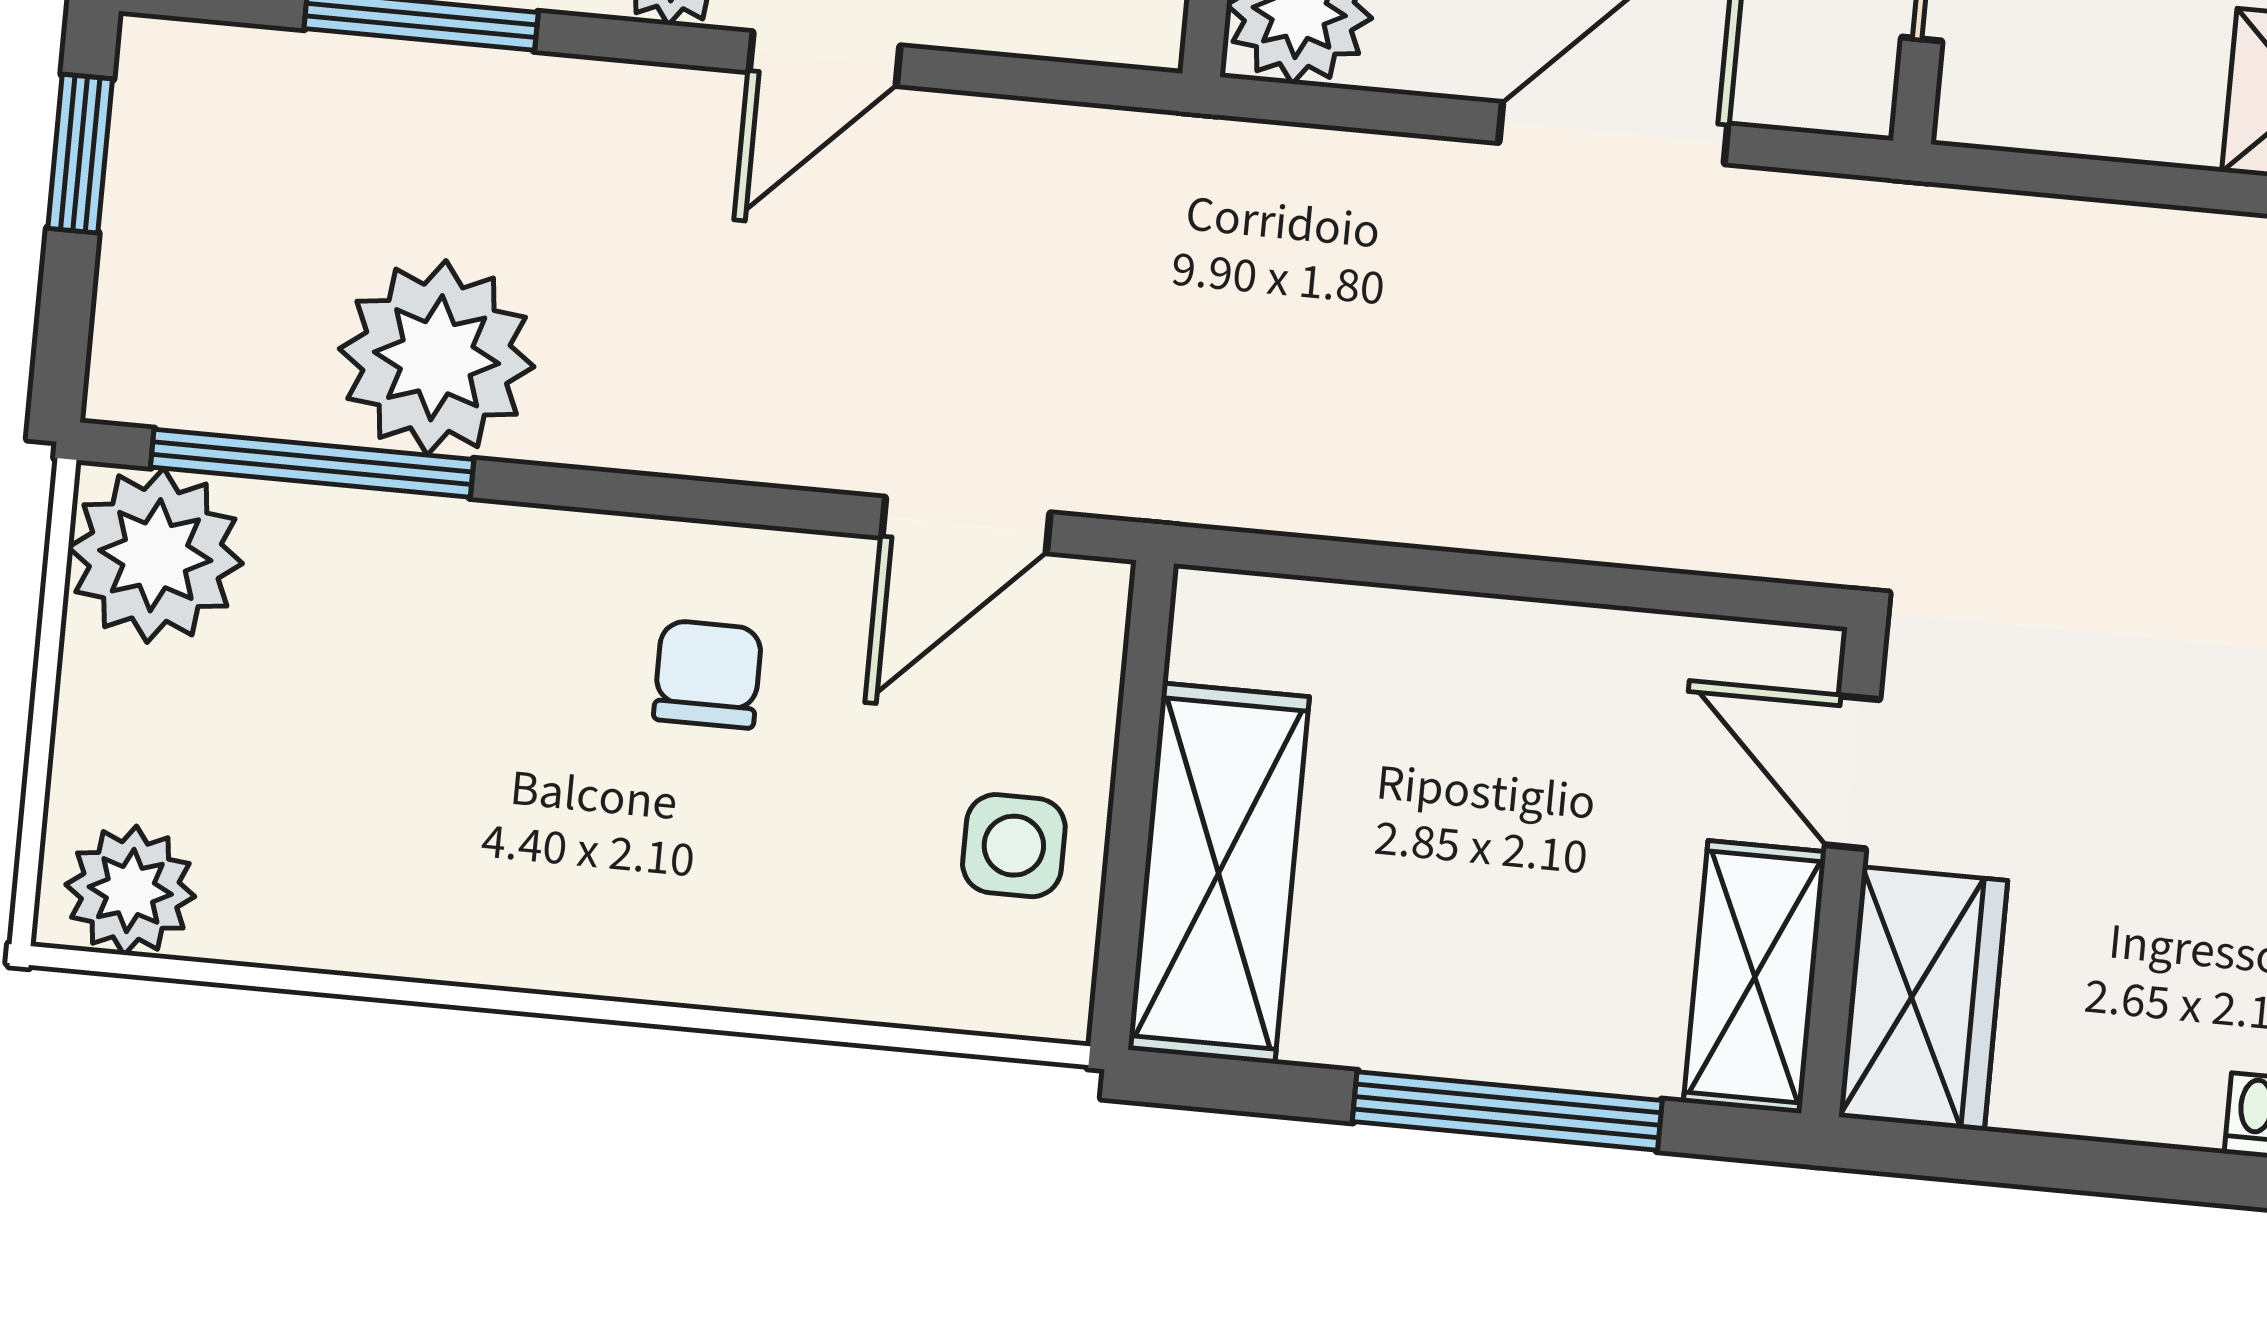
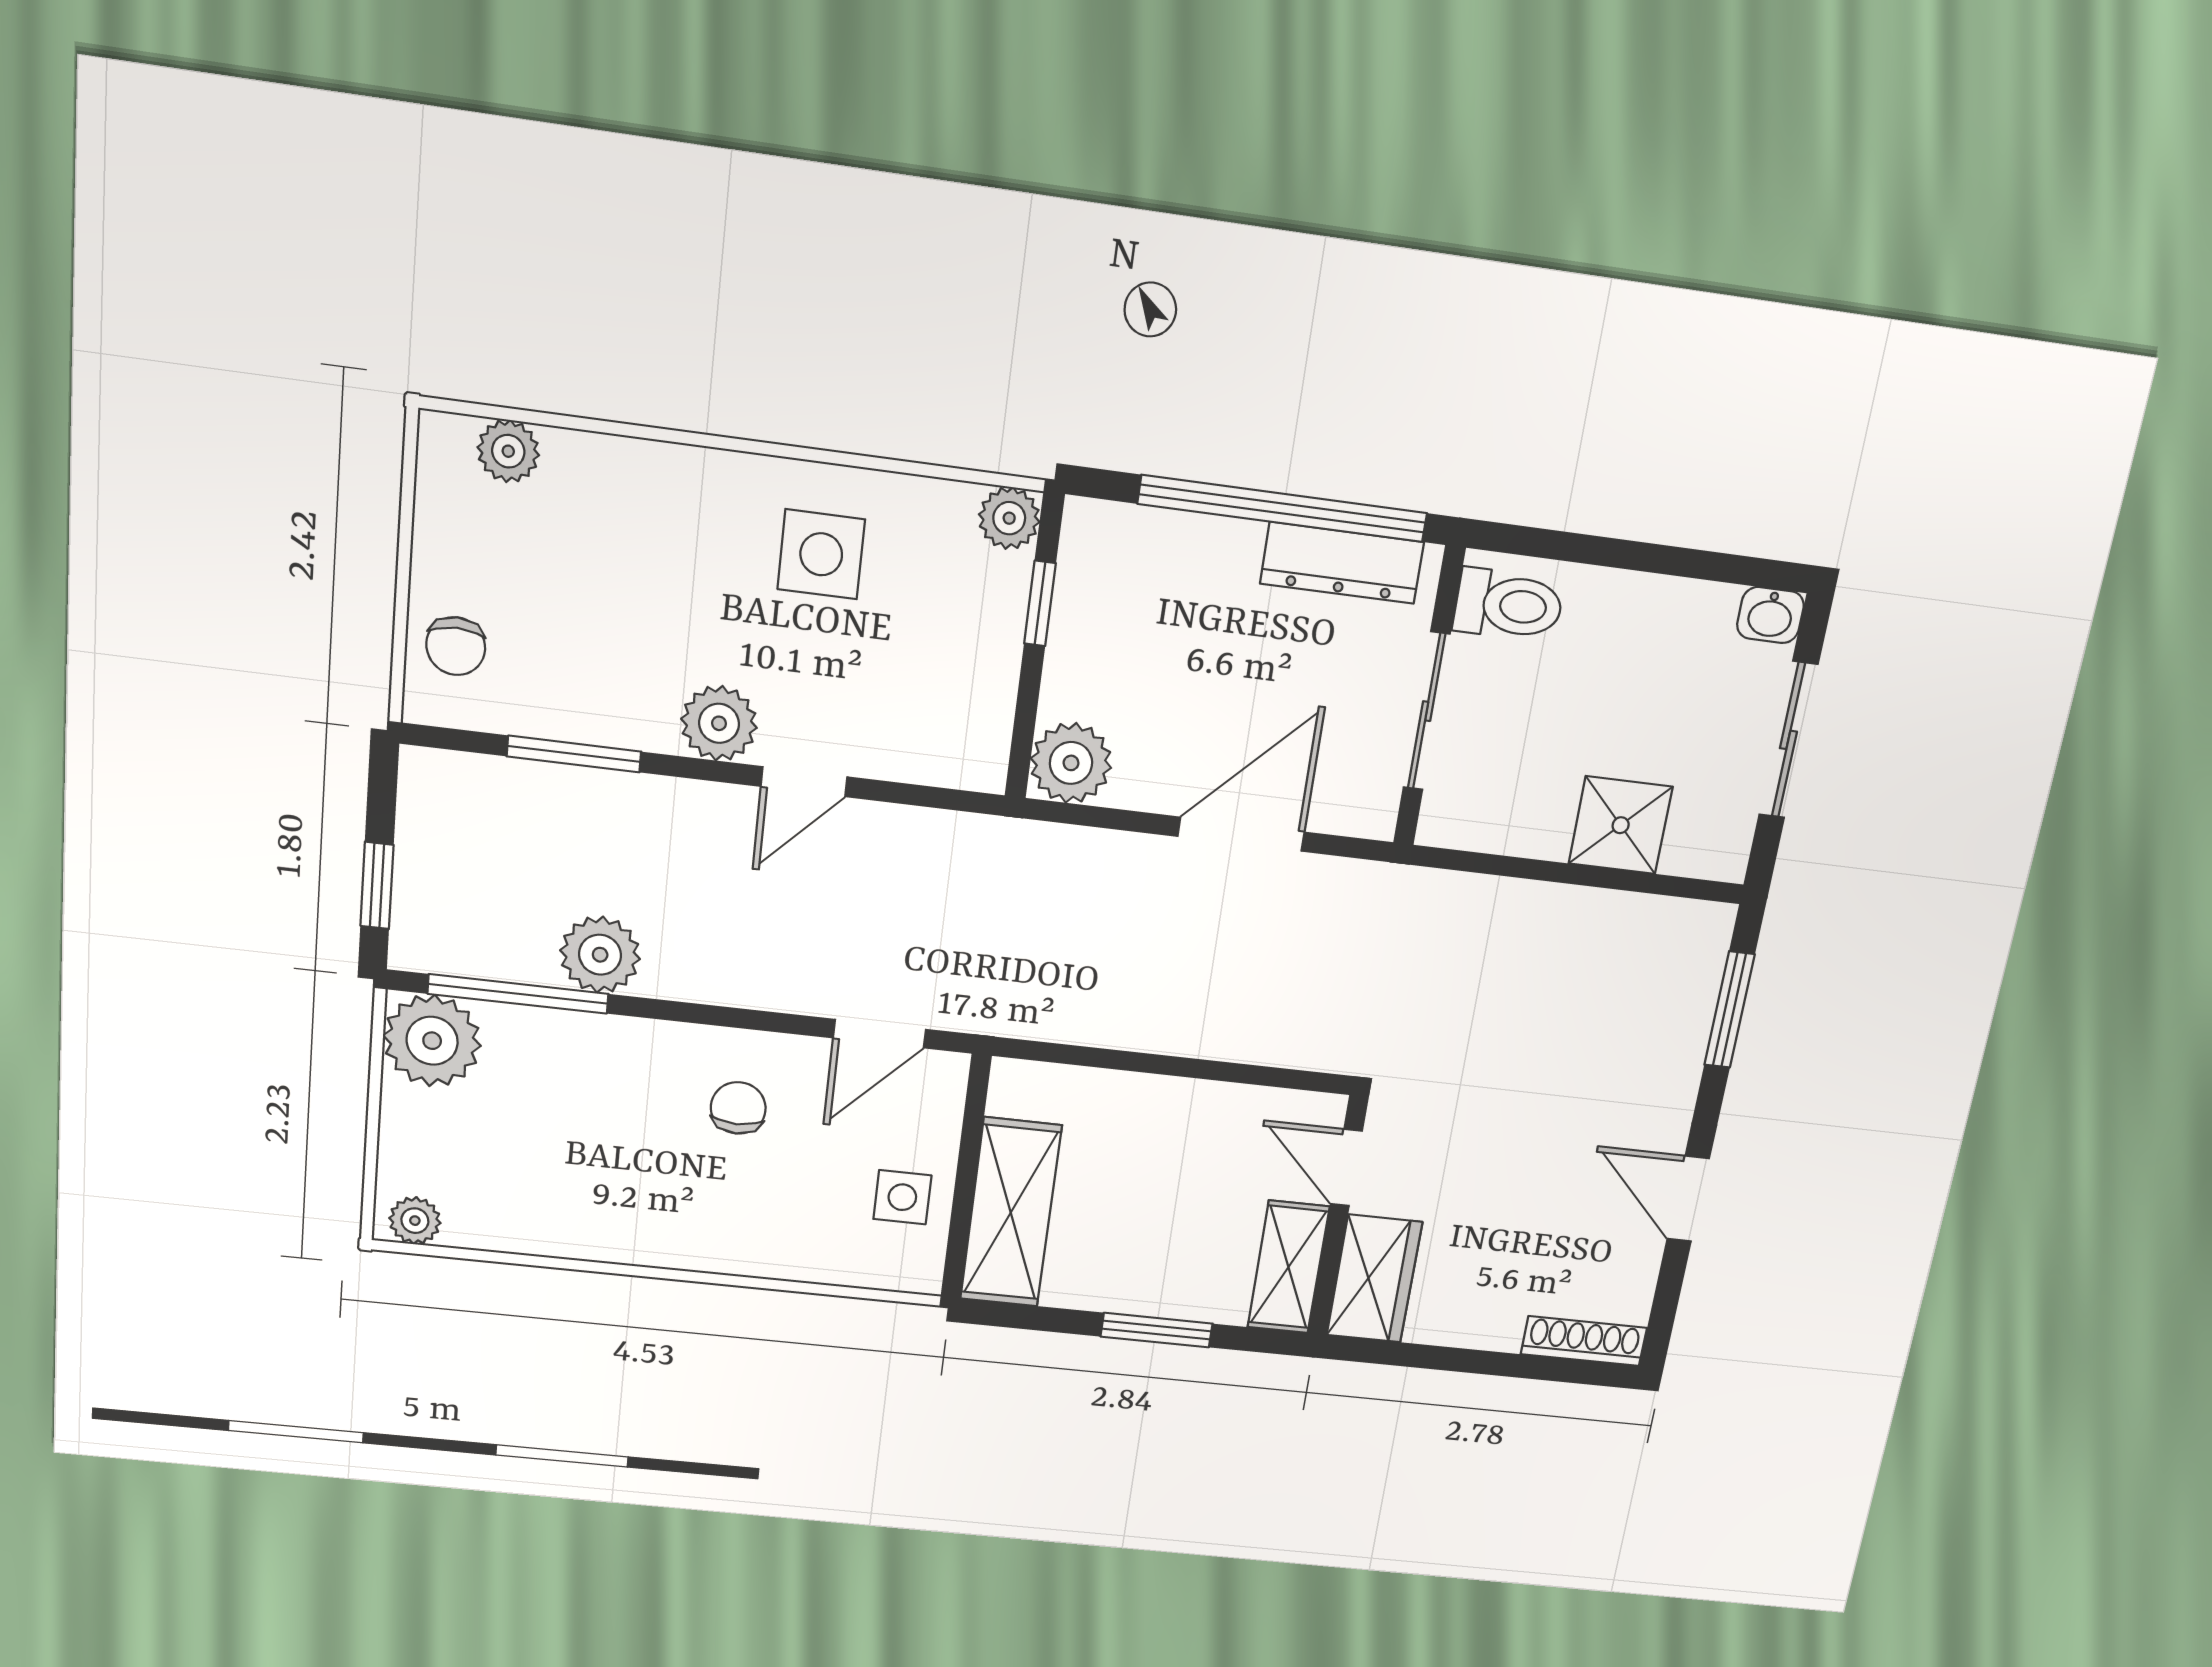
window: (80, 154) -> (377, 886), moved
plant: (437, 358) -> (600, 955), width x0.73, depth x0.73
plant: (130, 890) -> (415, 1221), width x0.73, depth x0.73
window: (1507, 1111) -> (1157, 1330), width x0.69

